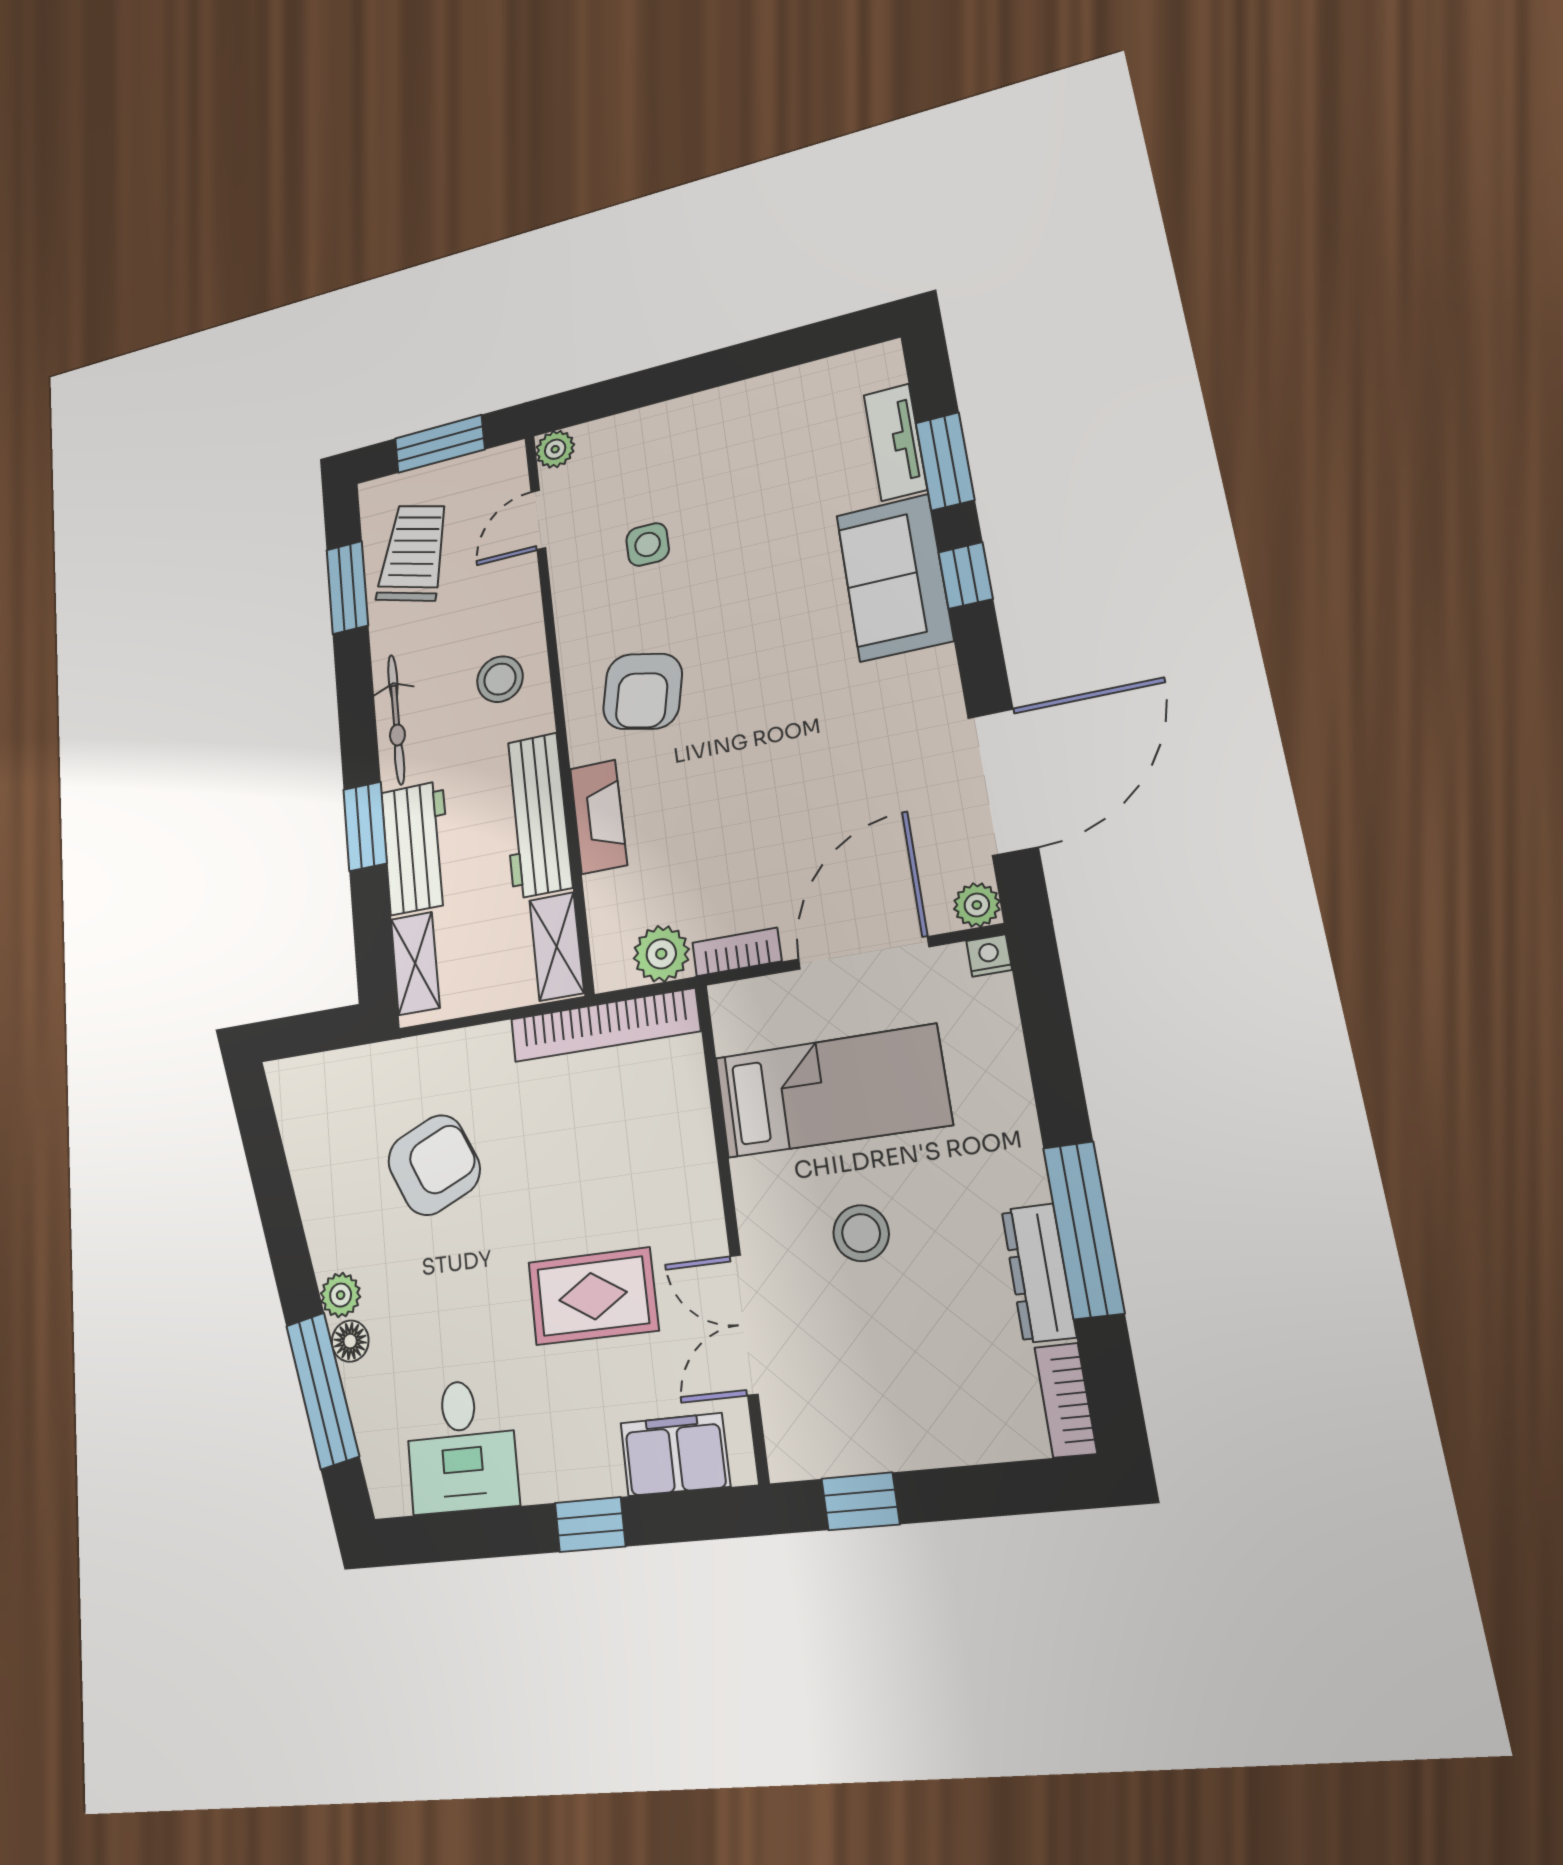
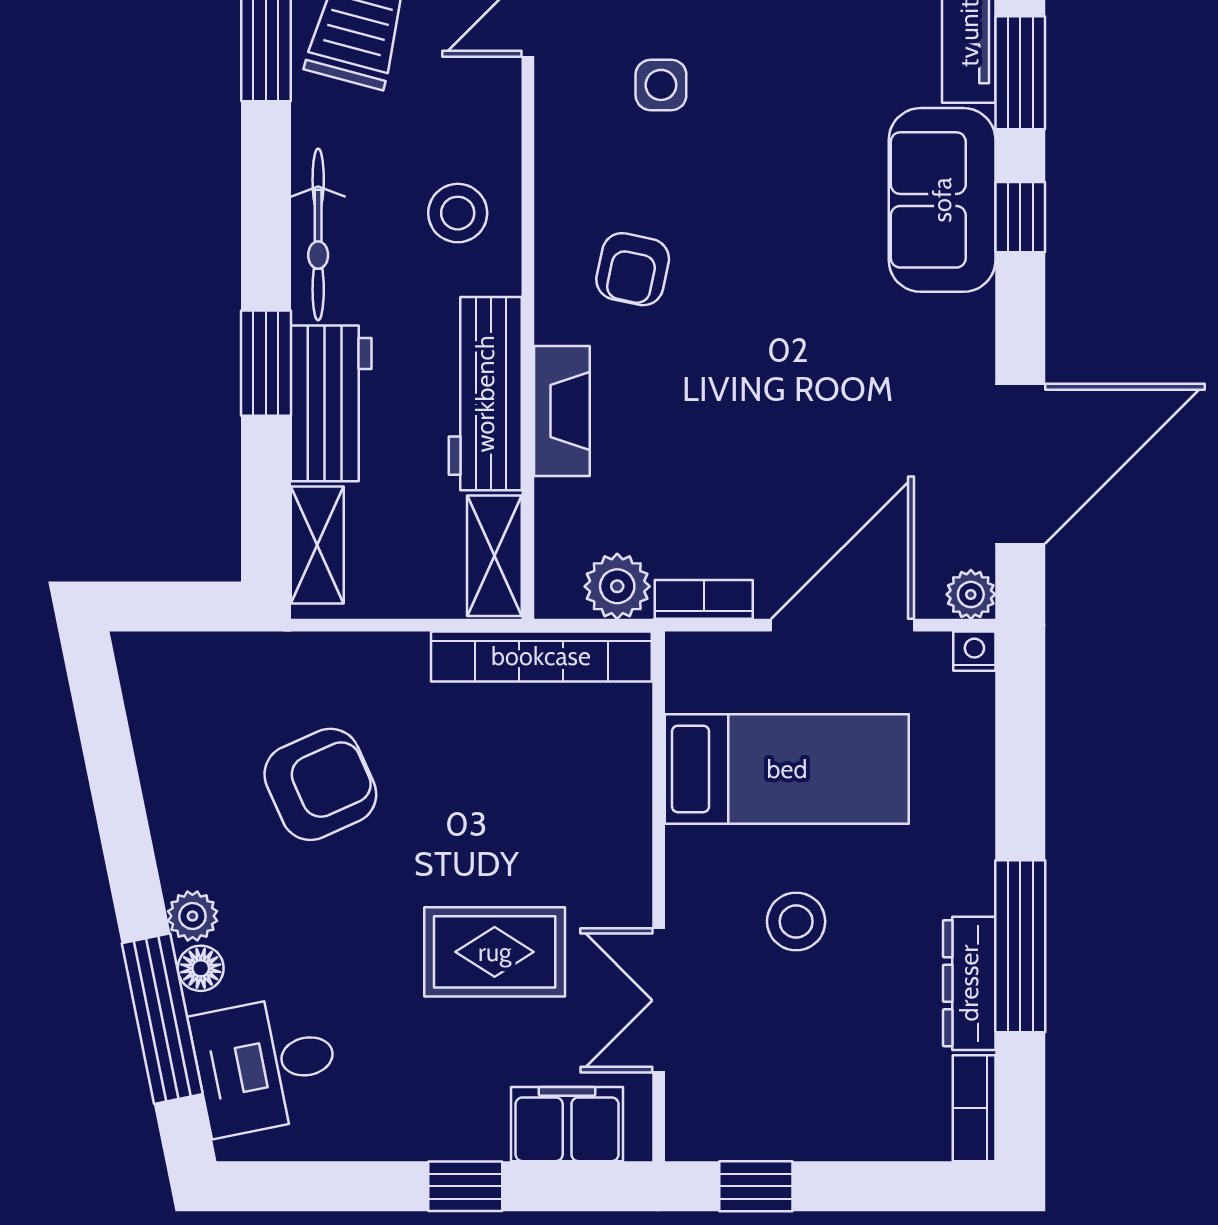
armchair: (643, 691) -> (633, 269), width x0.72, depth x0.72
desk: (461, 1446) -> (266, 1065), moved, turned 79

